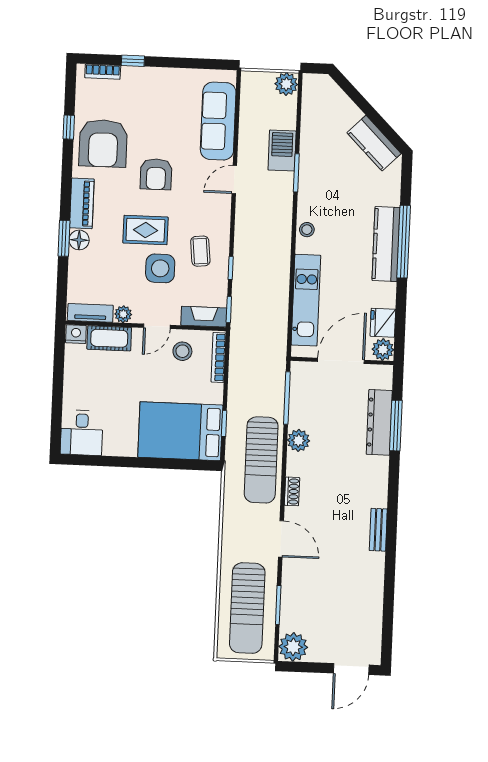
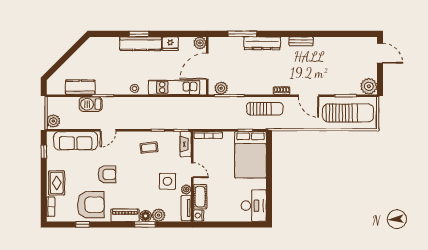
window: (133, 61) -> (44, 152), moved
plant: (286, 84) -> (53, 121), moved
kitchen counter: (374, 143) -> (80, 87), moved, turned -135
door: (234, 179) -> (108, 130), hinge flipped
rug: (145, 230) -> (57, 183), moved
window: (404, 242) -> (139, 34), width x0.47
plant: (80, 263) -> (159, 215), added
side table: (160, 268) -> (167, 181), moved
fridge: (383, 323) -> (170, 44), moved
stool: (182, 351) -> (206, 155), removed
door: (341, 361) -> (207, 66), hinge flipped
dresser: (379, 422) -> (262, 43), moved
desk: (82, 433) -> (254, 206), width x1.37
plant: (299, 440) -> (221, 88), moved
sun lounger: (261, 460) -> (265, 109), width x0.73, depth x0.75
door: (281, 539) -> (309, 96), swing flipped

